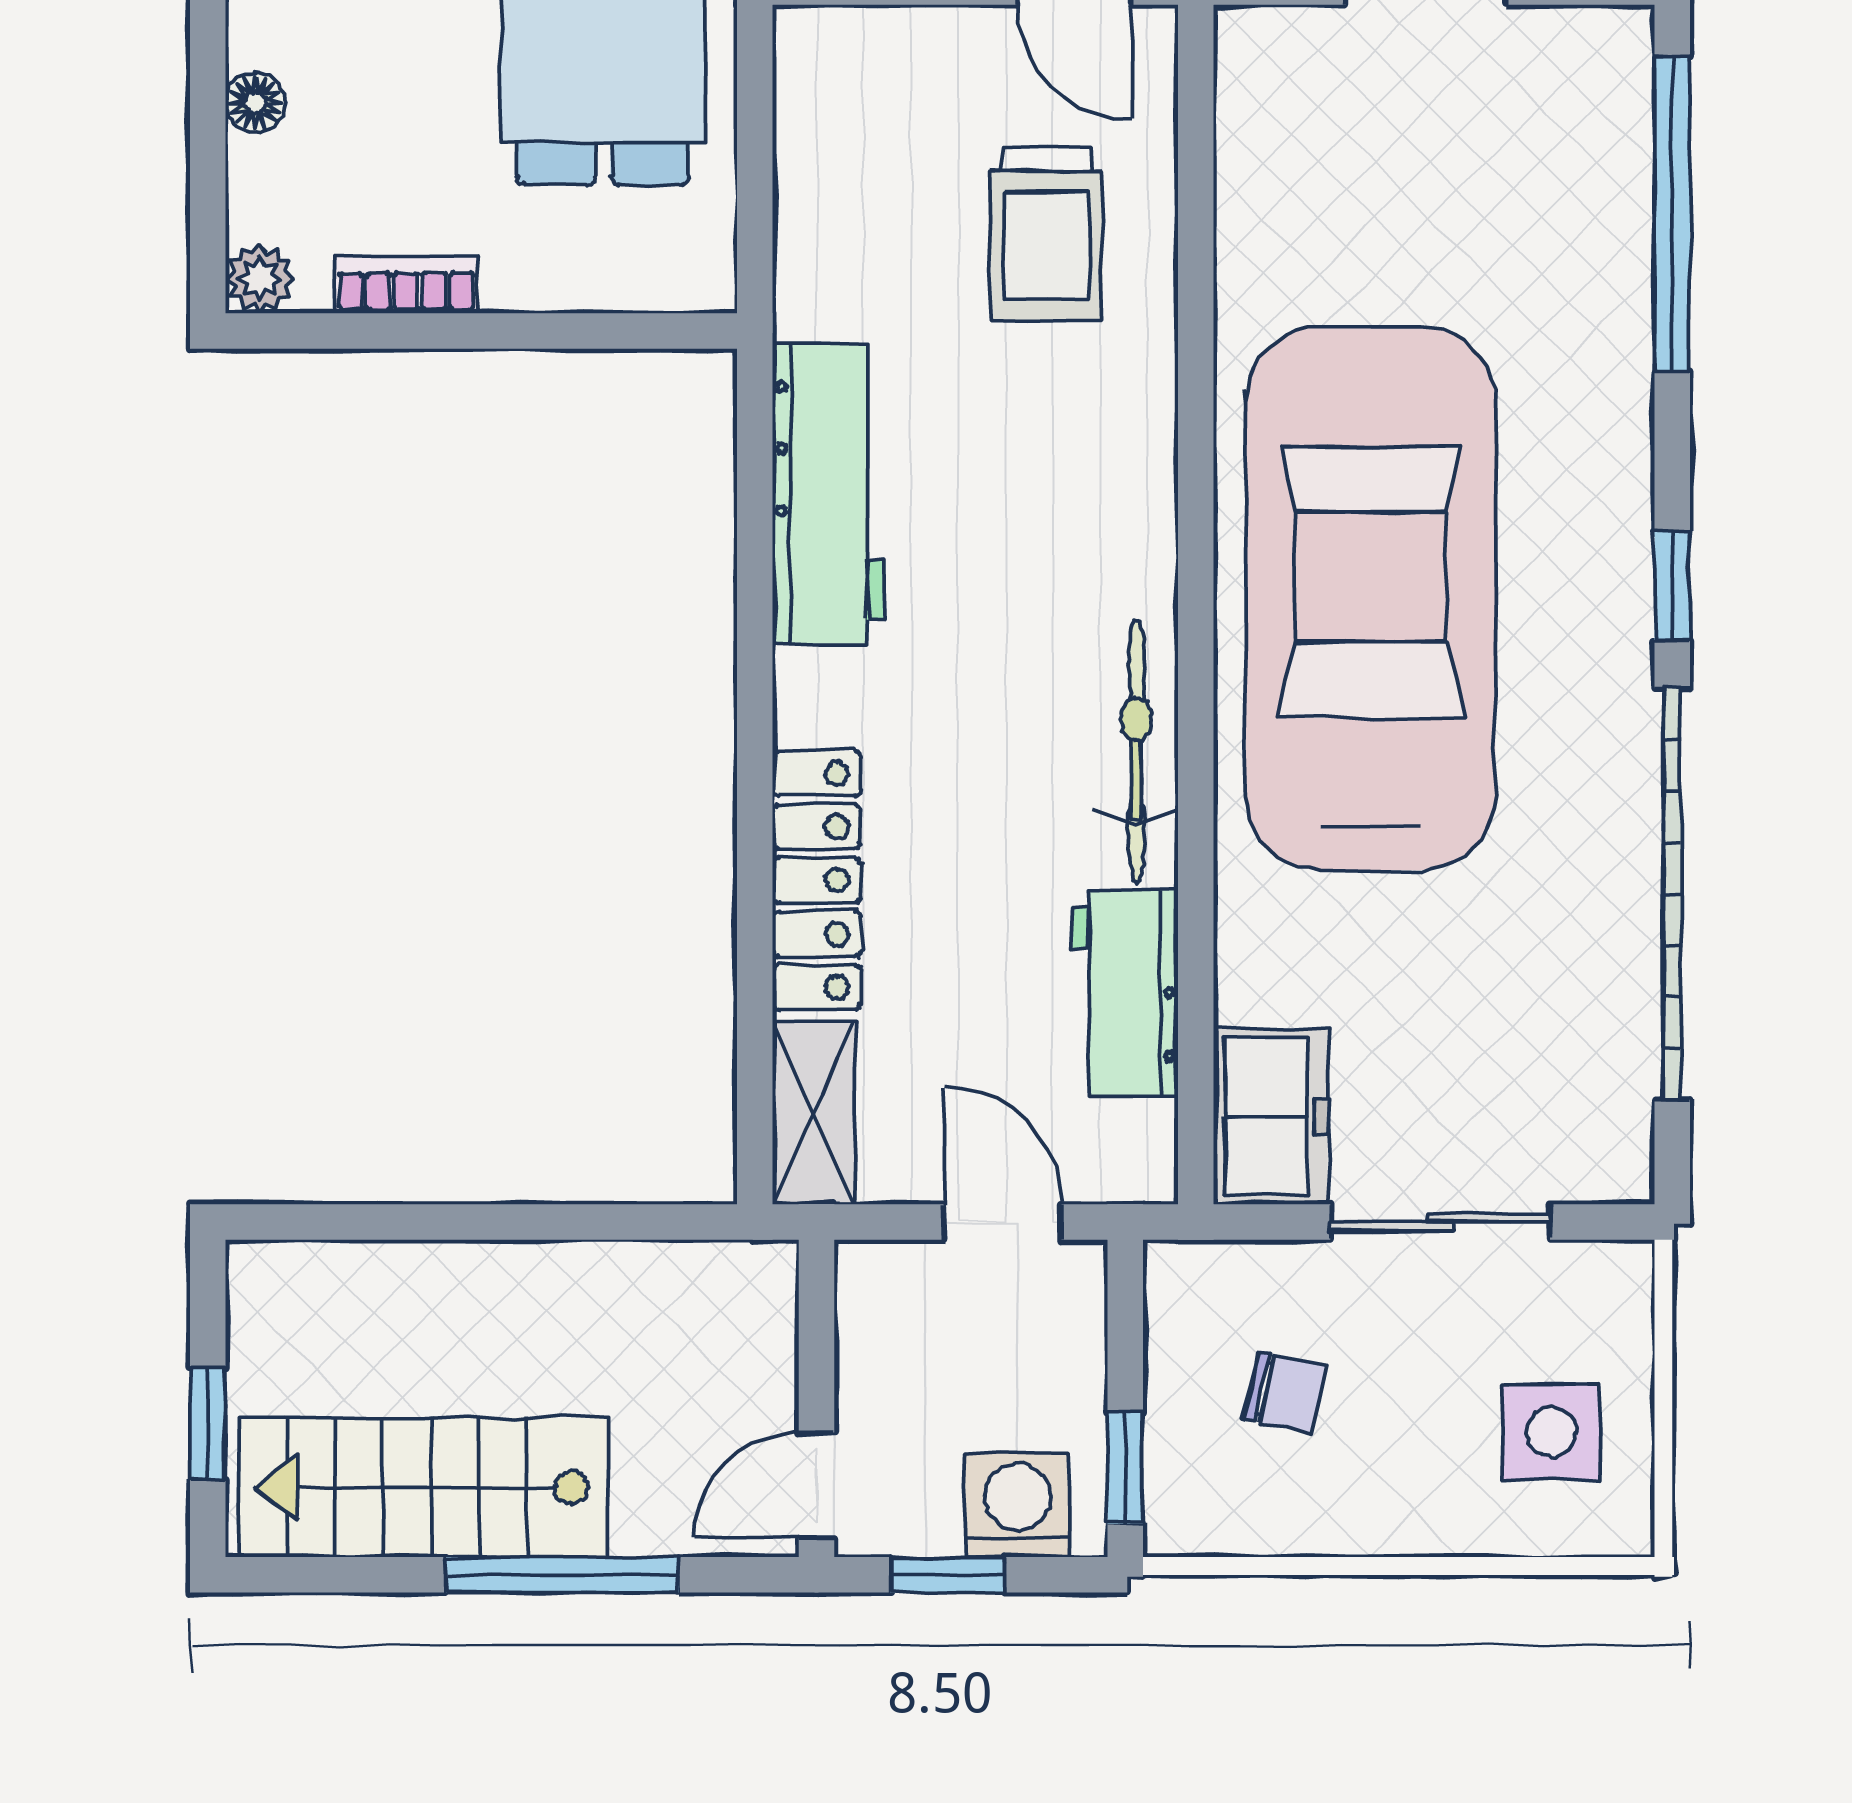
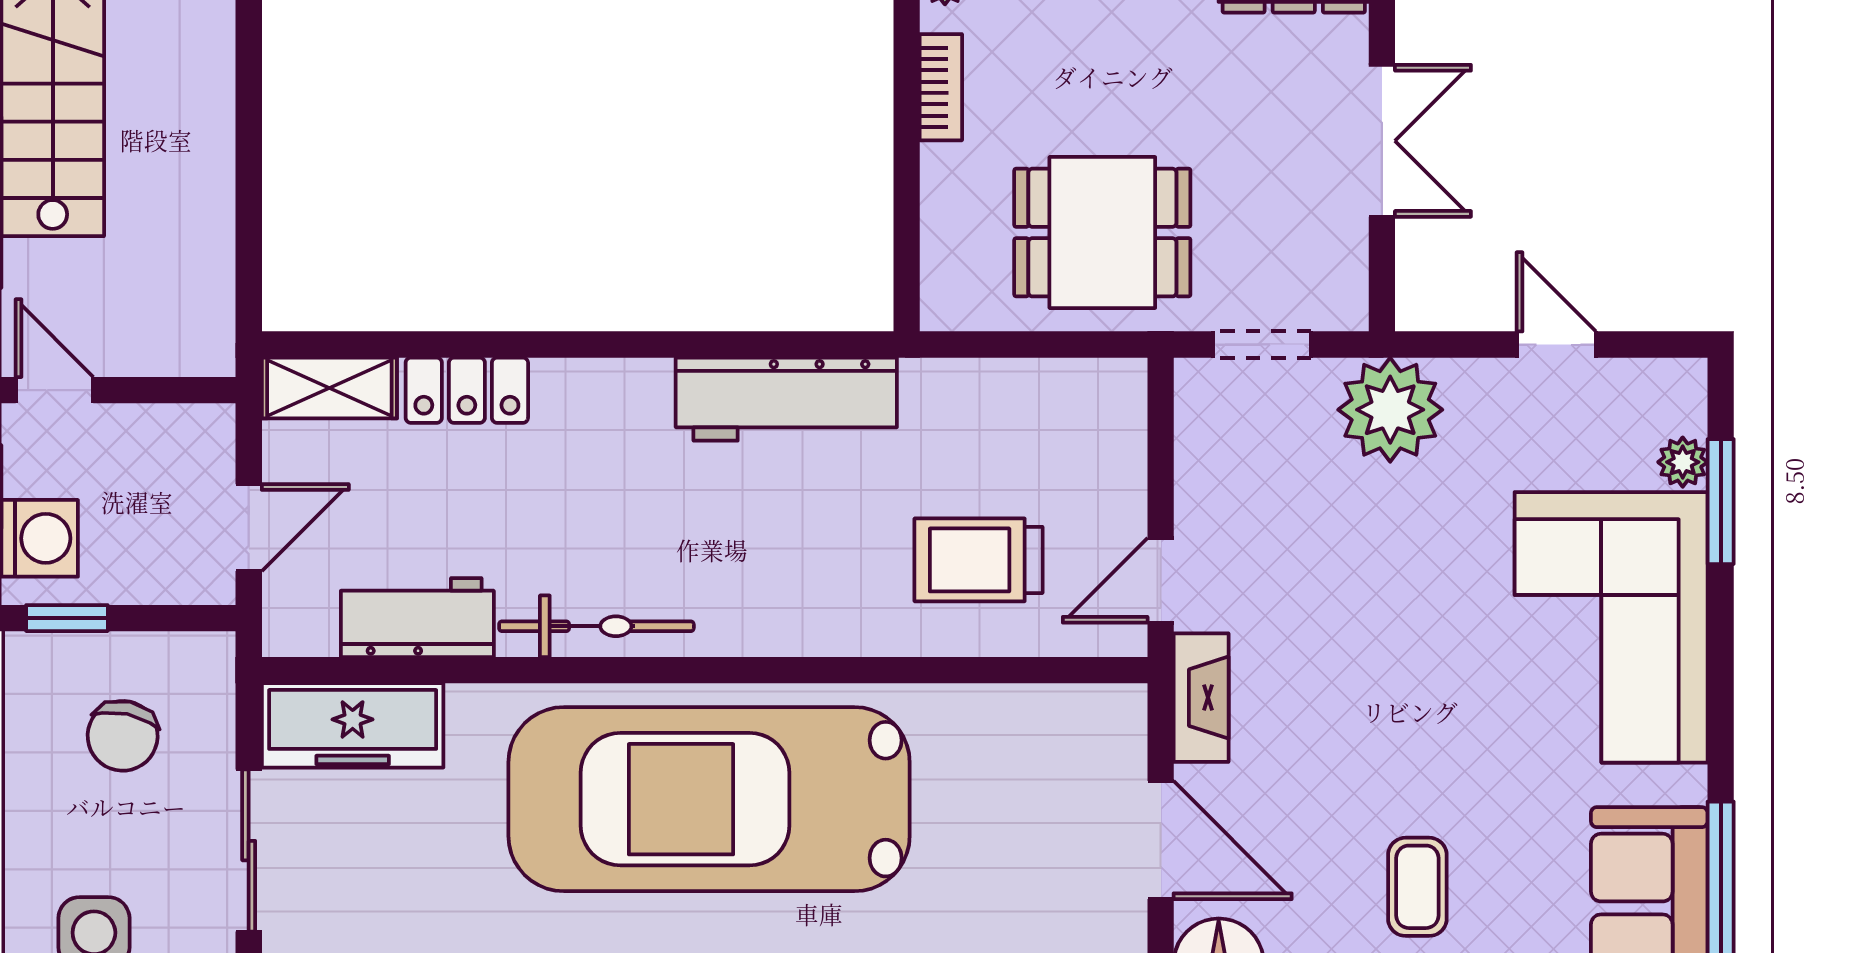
car: (1371, 598) -> (709, 799), turned 180
locker: (817, 880) -> (467, 390), width x0.66
freezer: (1271, 1116) -> (353, 725), width x1.40
chair: (1285, 1393) -> (123, 736), width x1.37, depth x1.37

